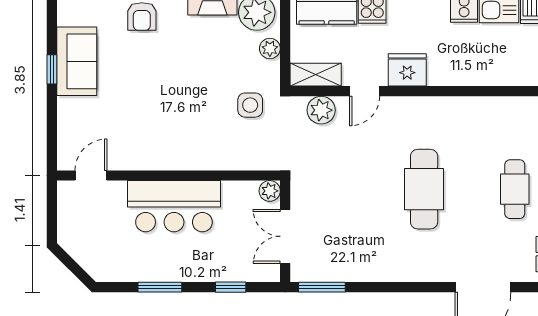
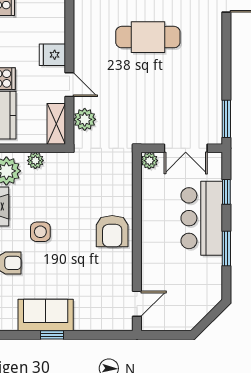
fridge: (407, 70) -> (52, 55), width x0.72
side table: (250, 105) -> (40, 232), moved
armchair: (182, 144) -> (112, 231), added
door: (91, 175) -> (137, 304), swing flipped
bar counter: (174, 206) -> (202, 218), moved, turned 180

